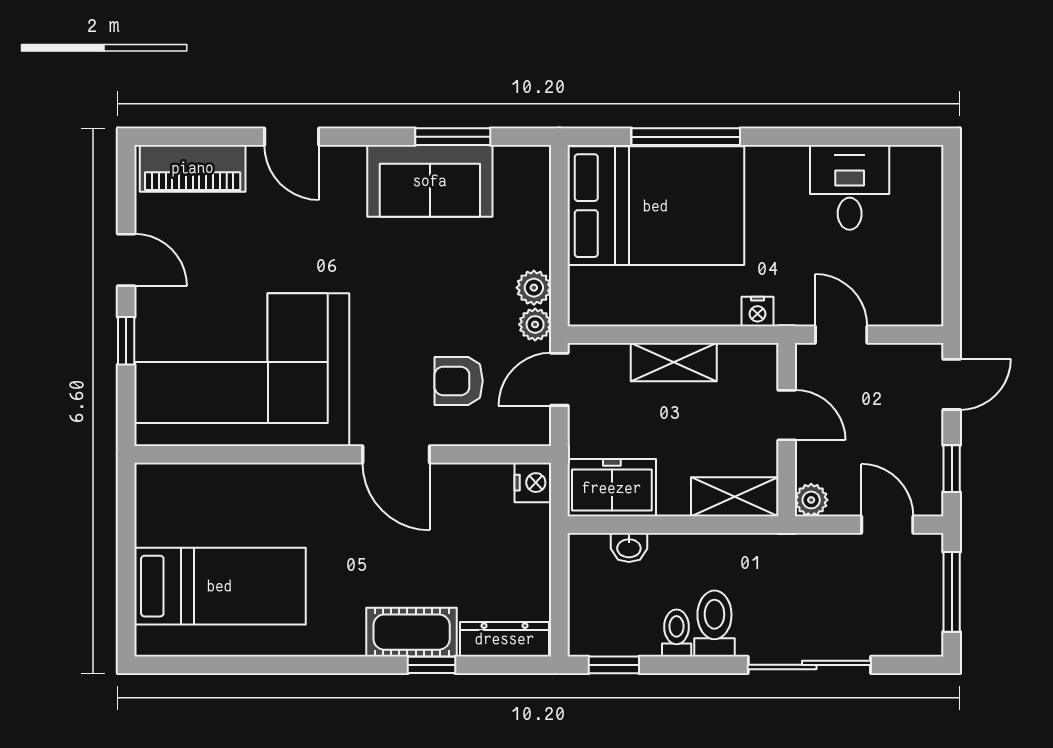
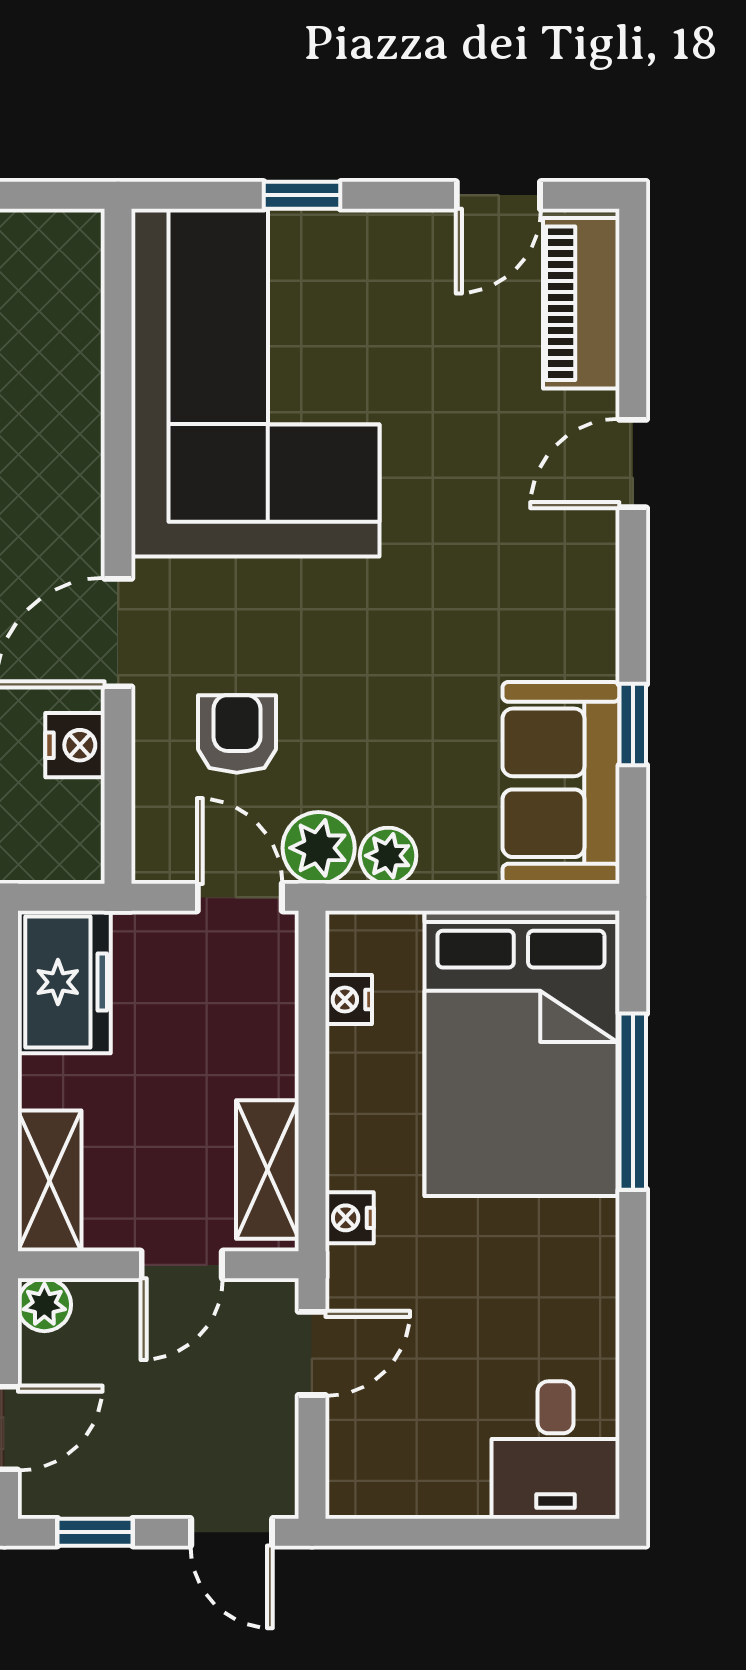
window: (453, 137) -> (633, 725), width x0.67
sofa: (430, 181) -> (561, 783), moved
desk: (850, 187) -> (556, 1450), moved, turned 90
door: (126, 260) -> (498, 195), moved
nightstand: (623, 312) -> (349, 1000), added
plant: (535, 324) -> (319, 848), width x1.38, depth x1.38
shelving: (674, 362) -> (267, 1169), moved
nightstand: (533, 483) -> (75, 745), moved, turned -90

